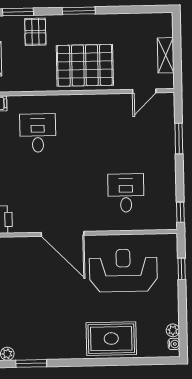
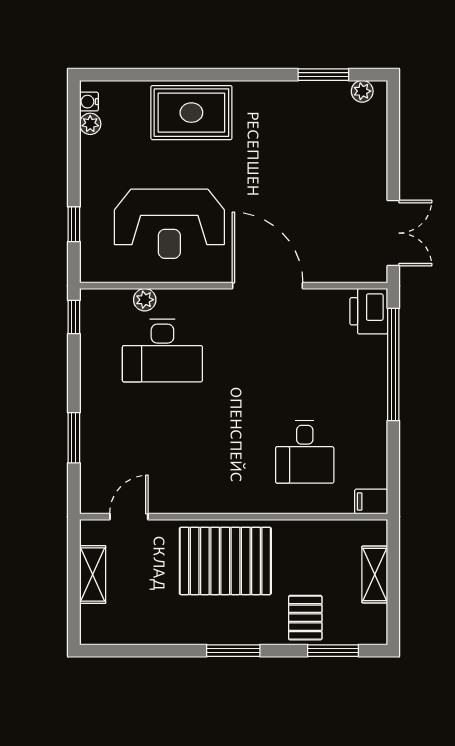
desk: (126, 193) -> (162, 351), width x1.37
plant: (137, 224) -> (145, 300), added

